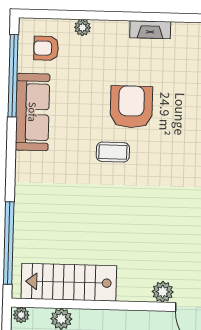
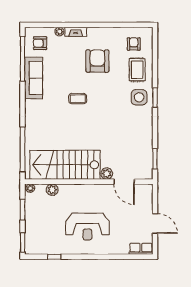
fireplace: (150, 30) -> (76, 32), moved
armchair: (131, 107) -> (97, 61), moved
stairs: (69, 282) -> (65, 165), width x1.36, depth x1.51

